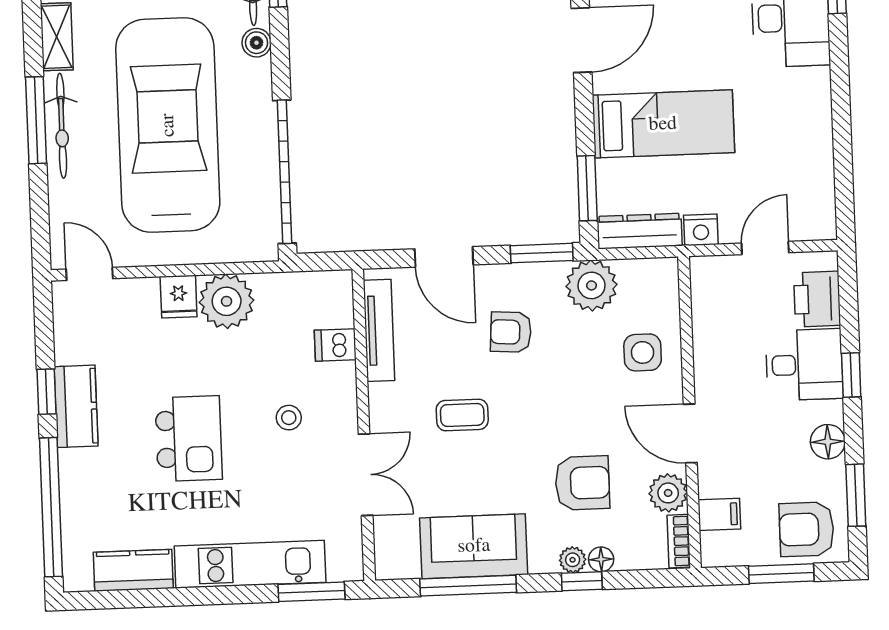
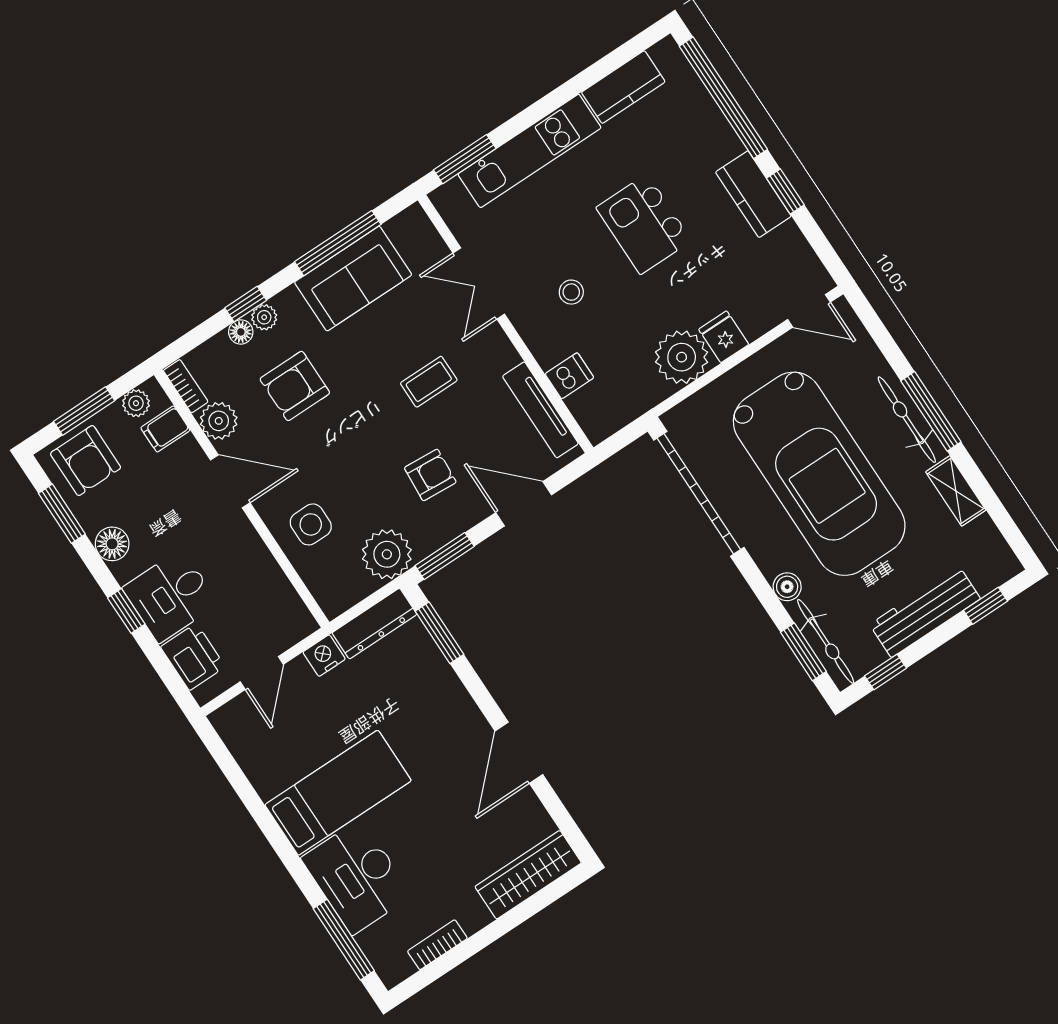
bed: (663, 124) -> (338, 793), moved, turned 180
armchair: (807, 529) -> (86, 461), turned 90
plant: (731, 553) -> (136, 403), added

